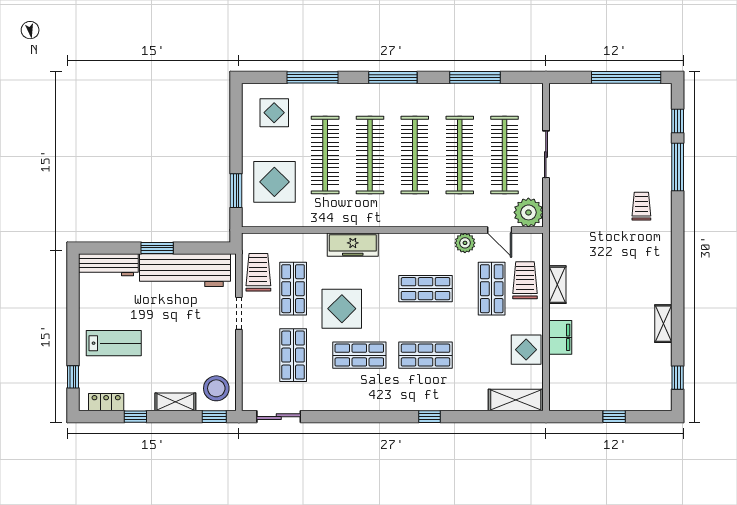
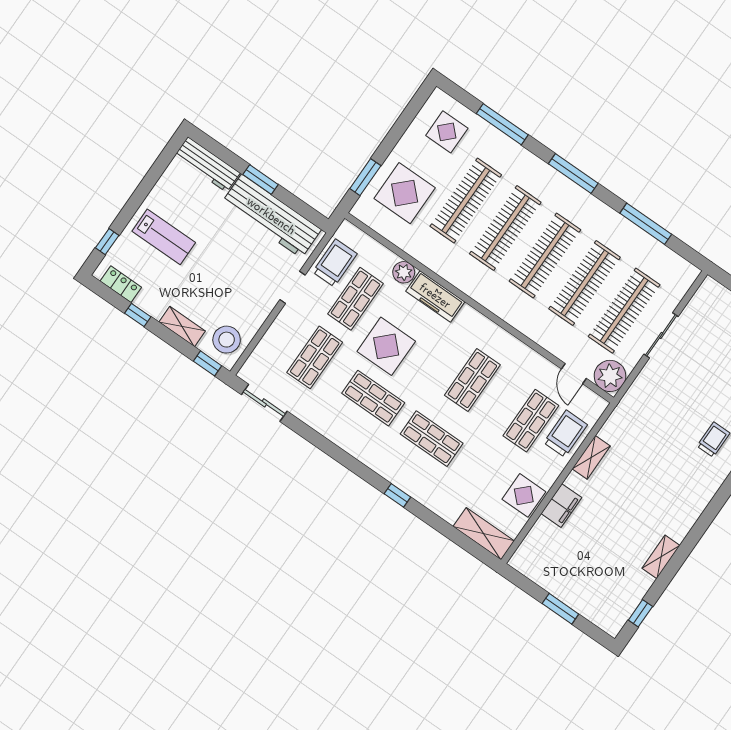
plant: (465, 243) -> (404, 272), moved
shop shelf: (426, 289) -> (472, 380), turned 90
window: (614, 417) -> (560, 609), width x1.50

